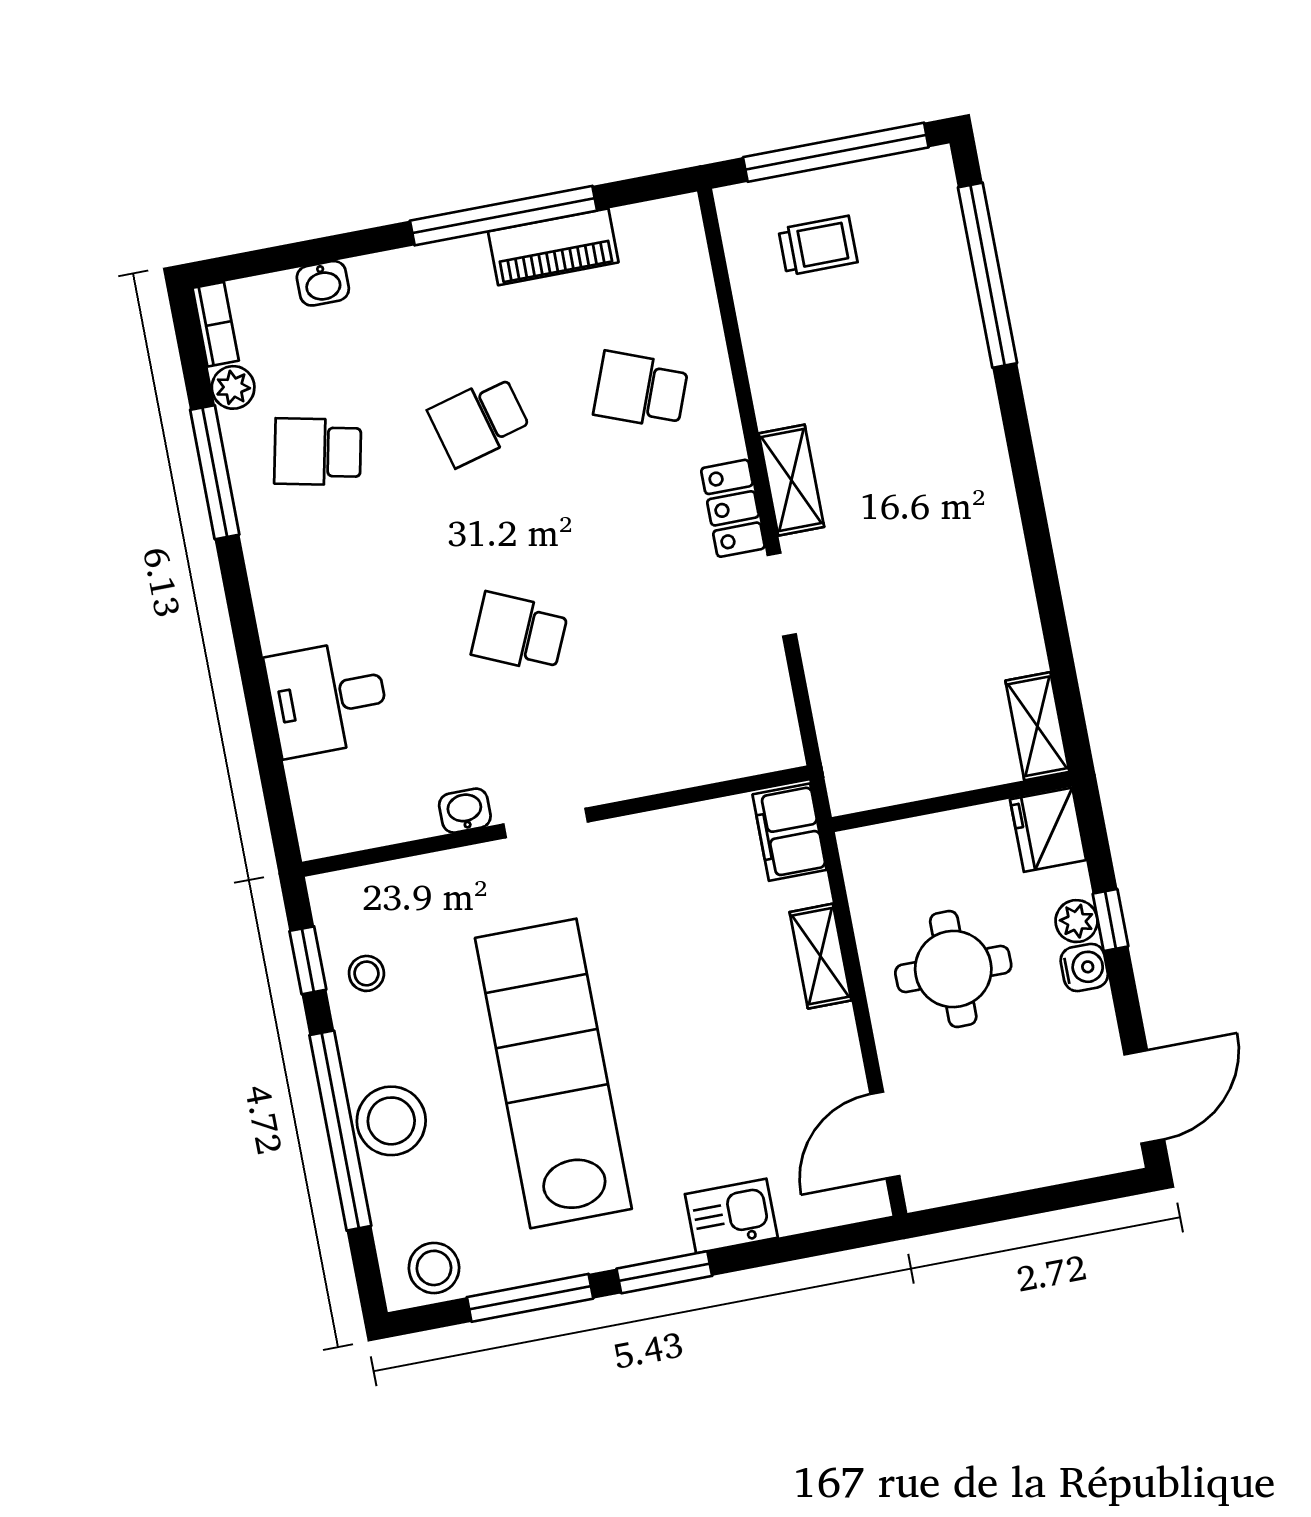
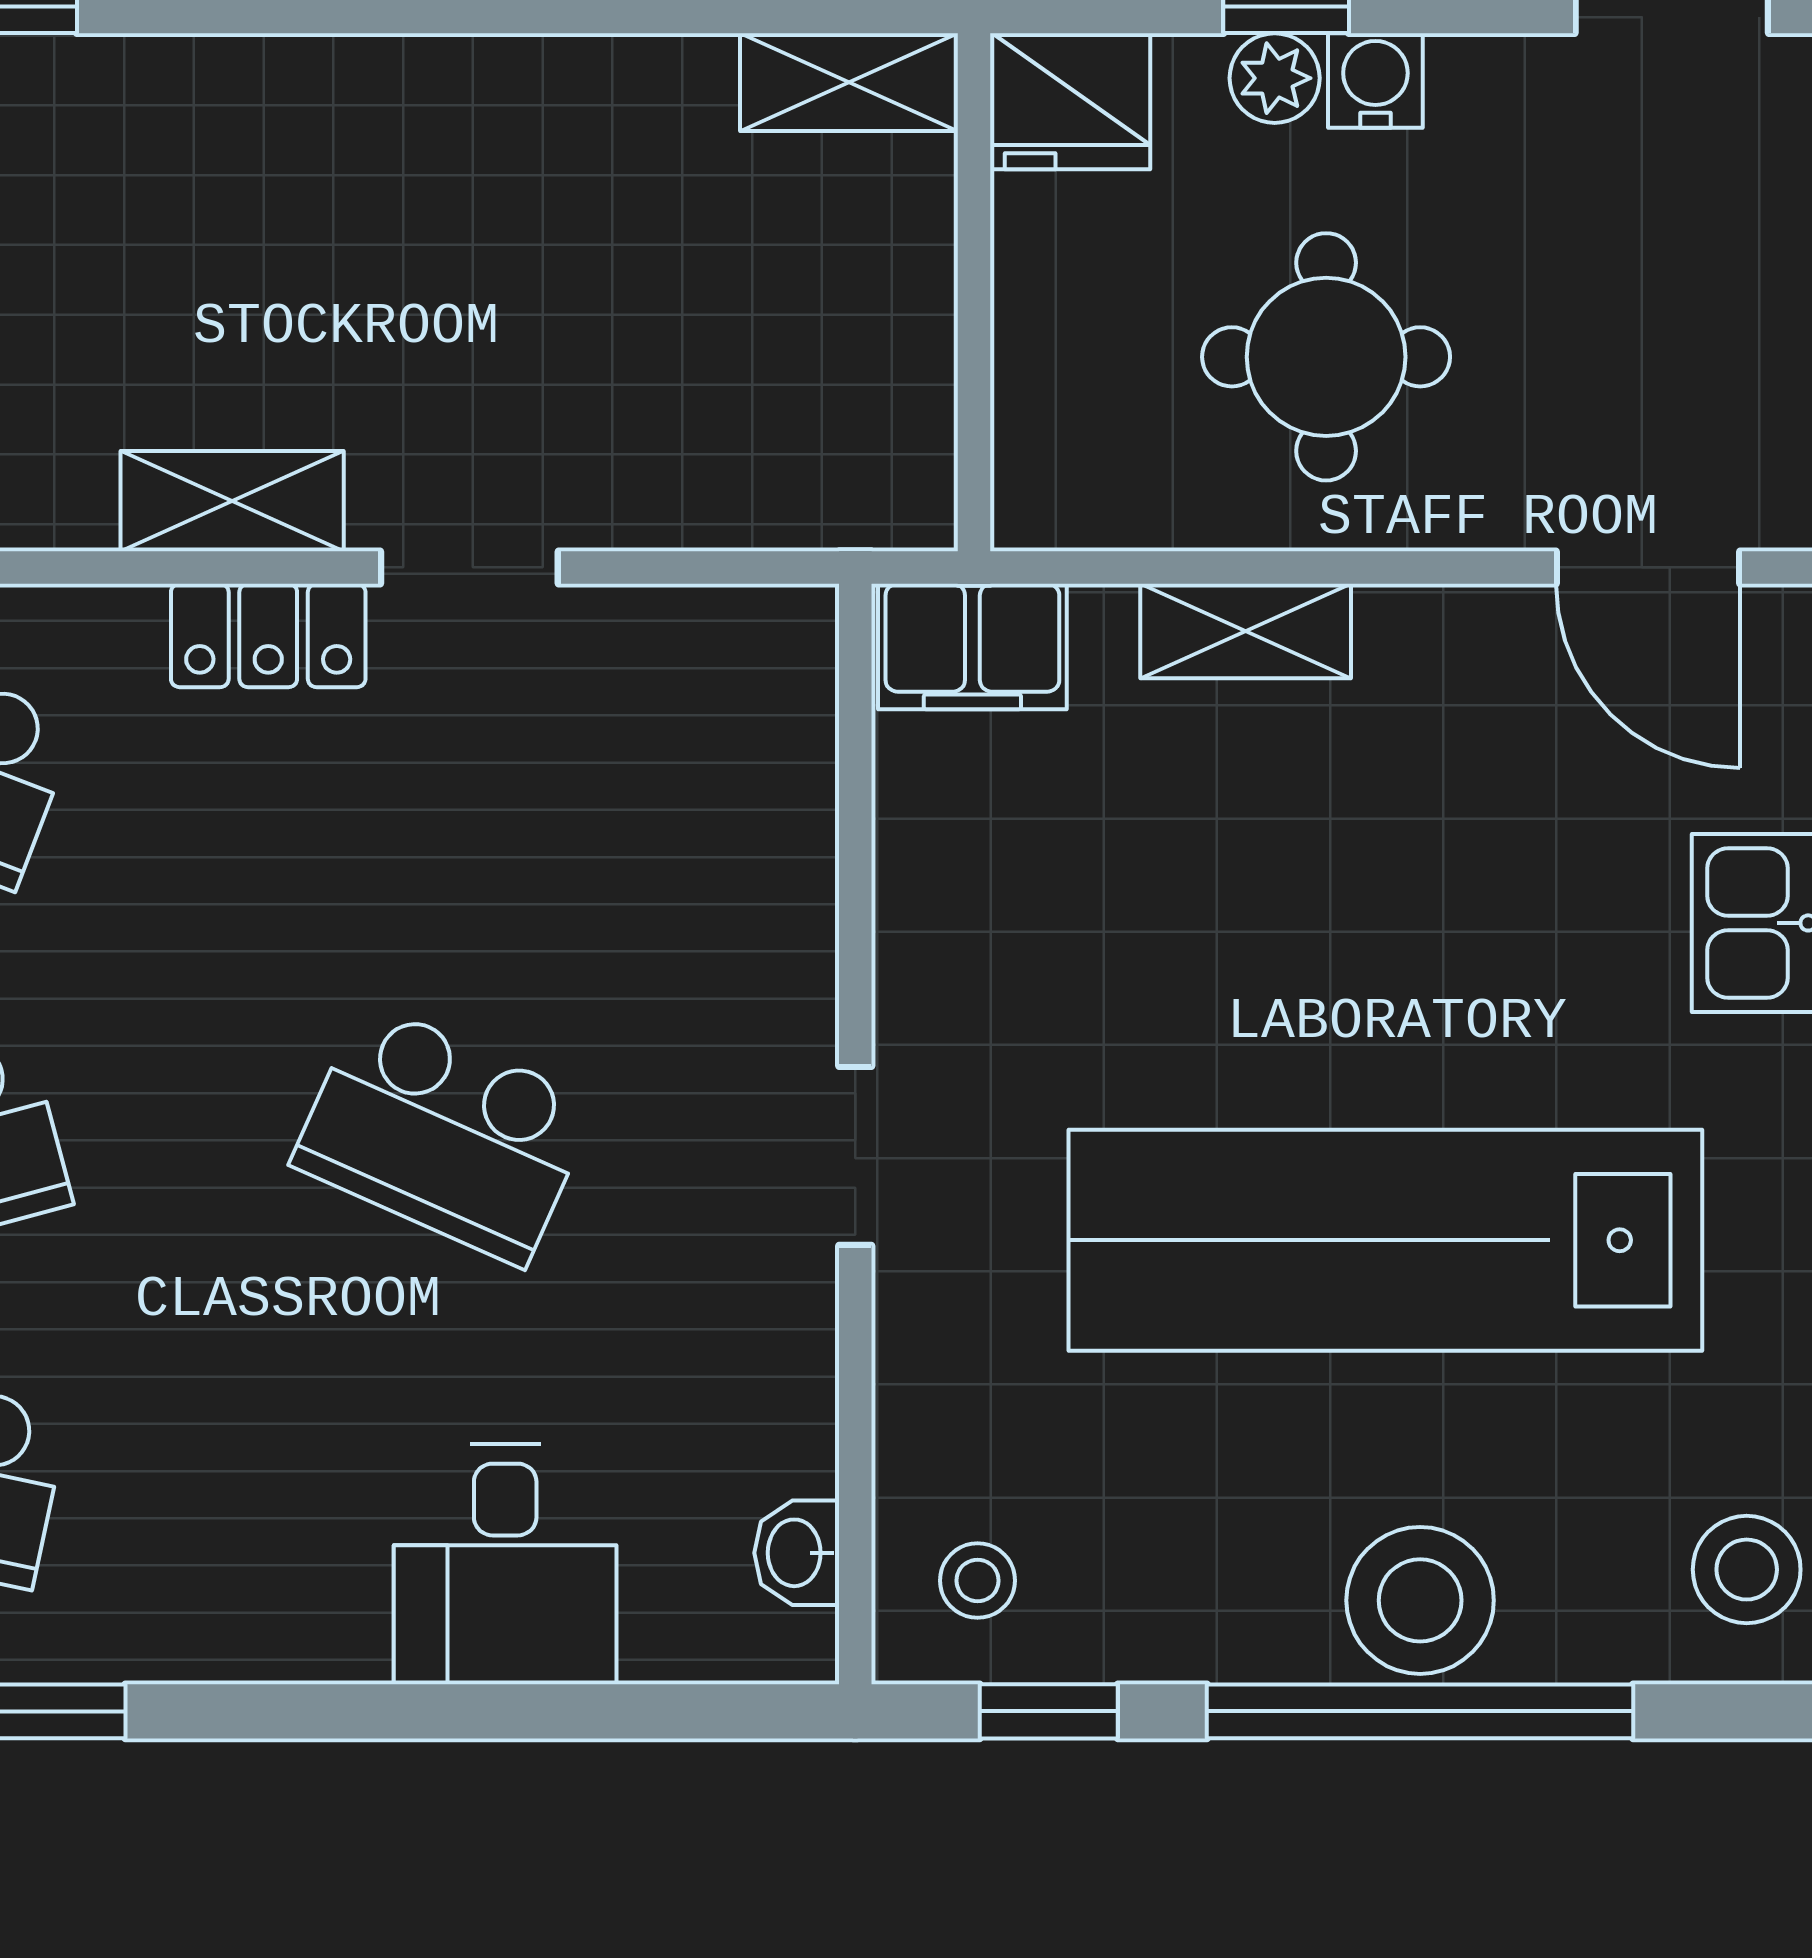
school desk: (520, 632) -> (444, 1134), width x1.85
washbasin: (465, 811) -> (797, 1553), moved
stool: (366, 973) -> (978, 1581), moved

